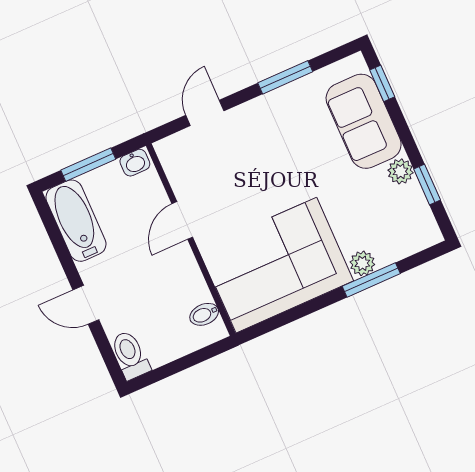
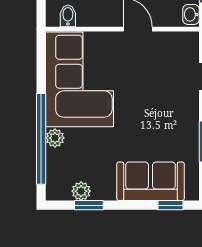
plant: (400, 171) -> (81, 191), moved
window: (371, 280) -> (41, 139), width x2.11

